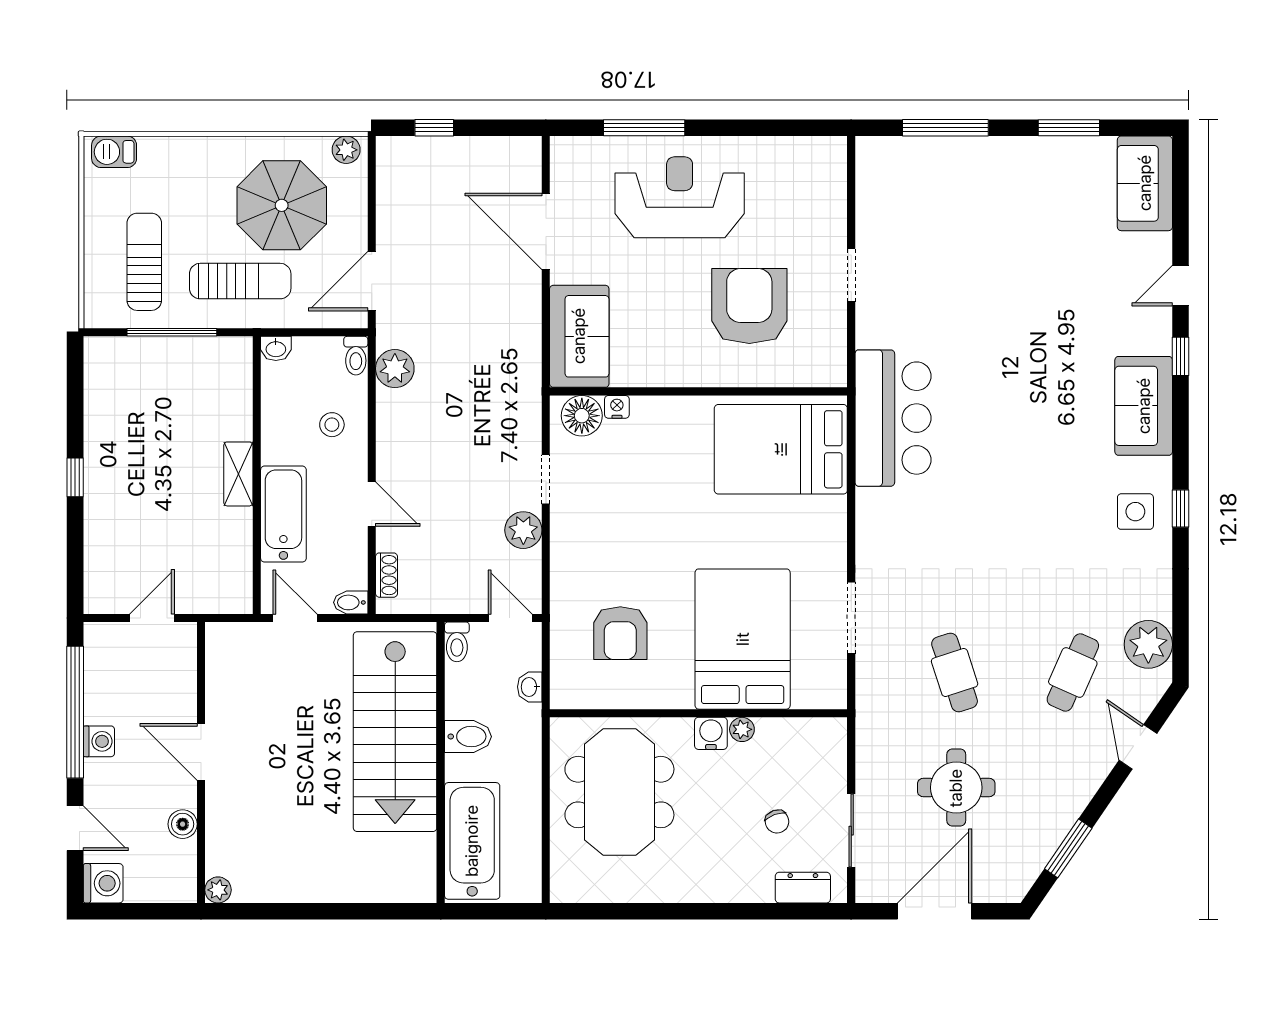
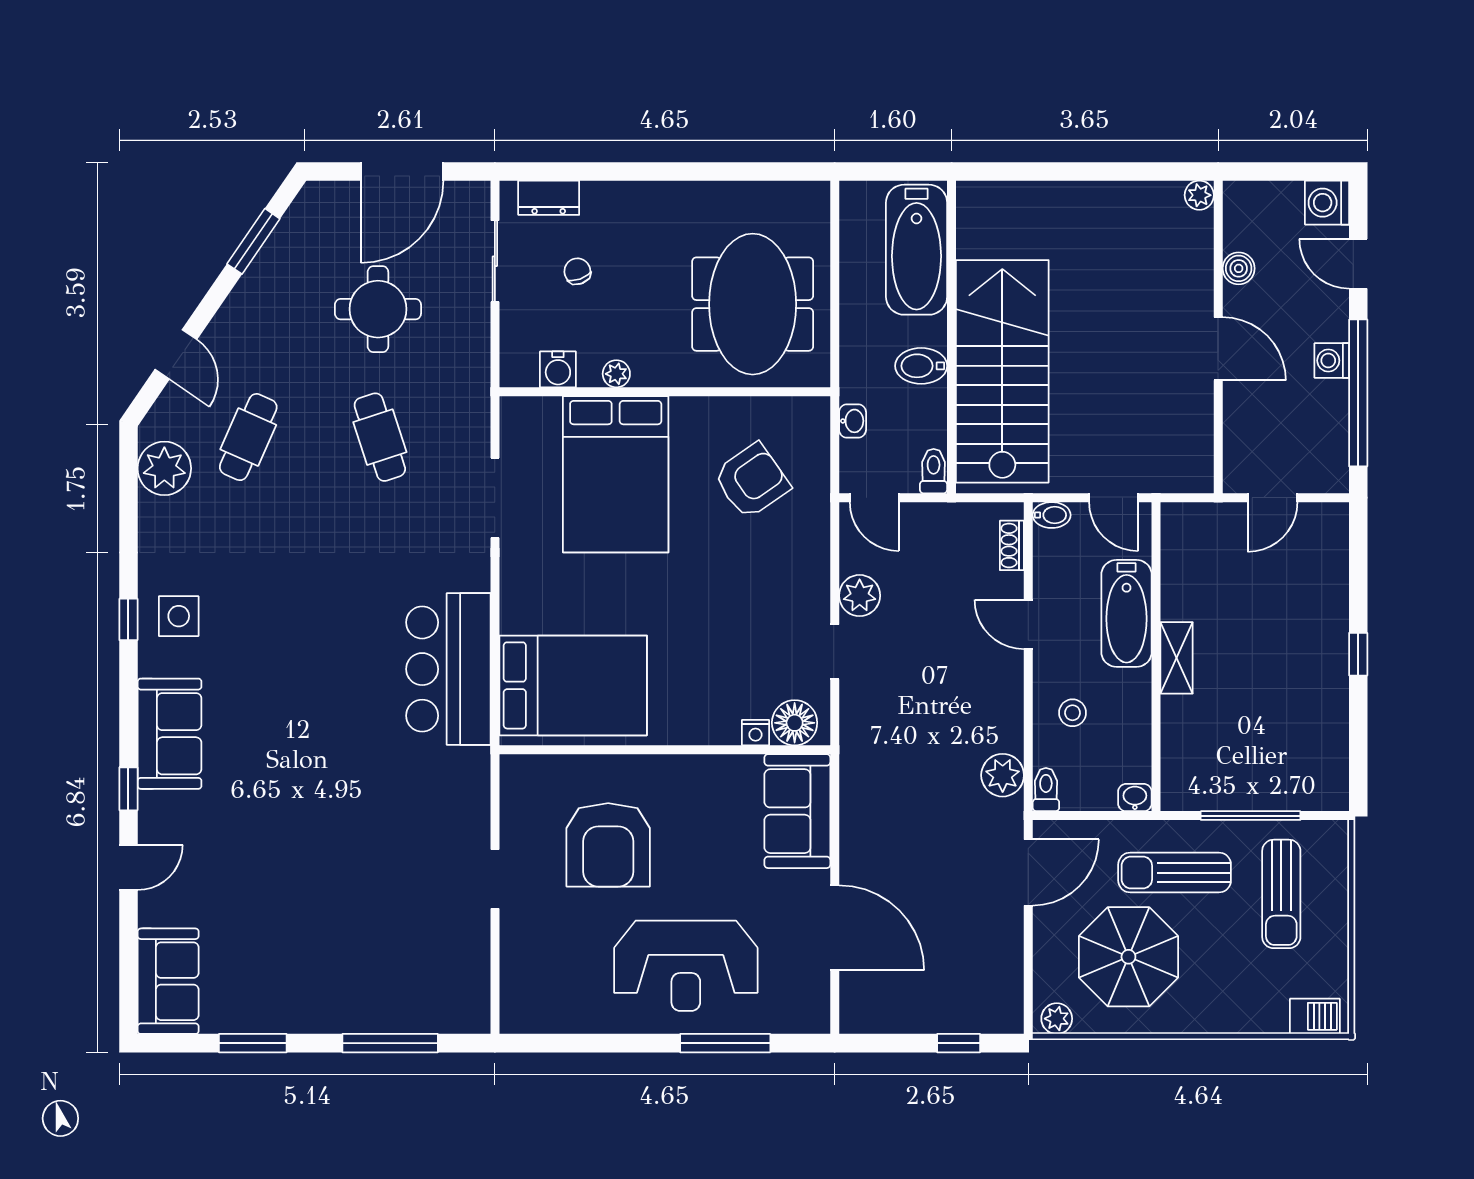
bar counter: (893, 418) -> (448, 669), moved
armchair: (620, 633) -> (752, 481), turned 55
water cooler: (711, 733) -> (558, 369), moved

